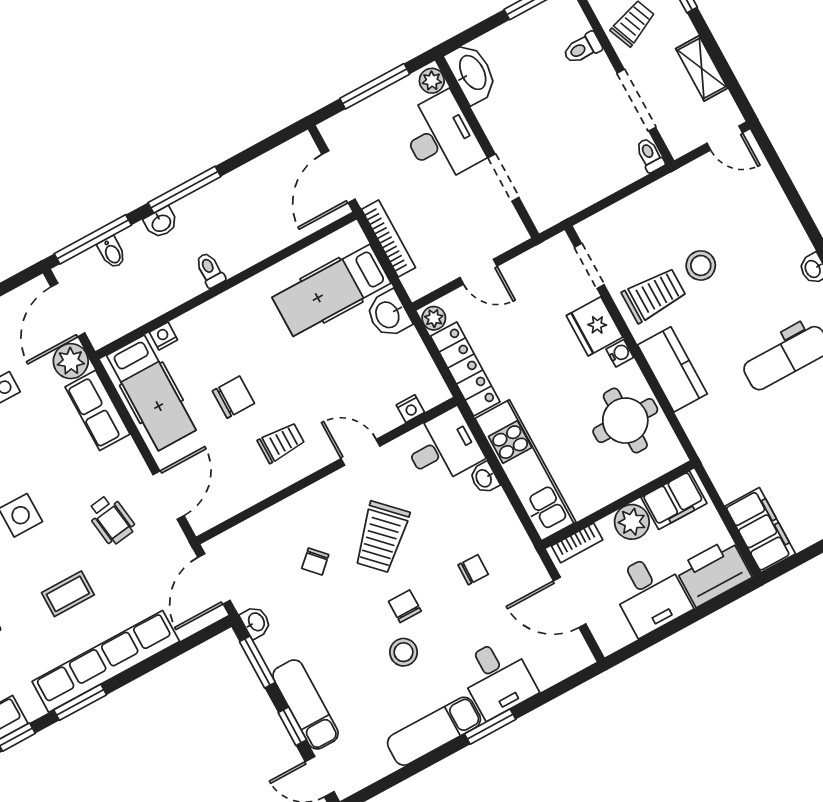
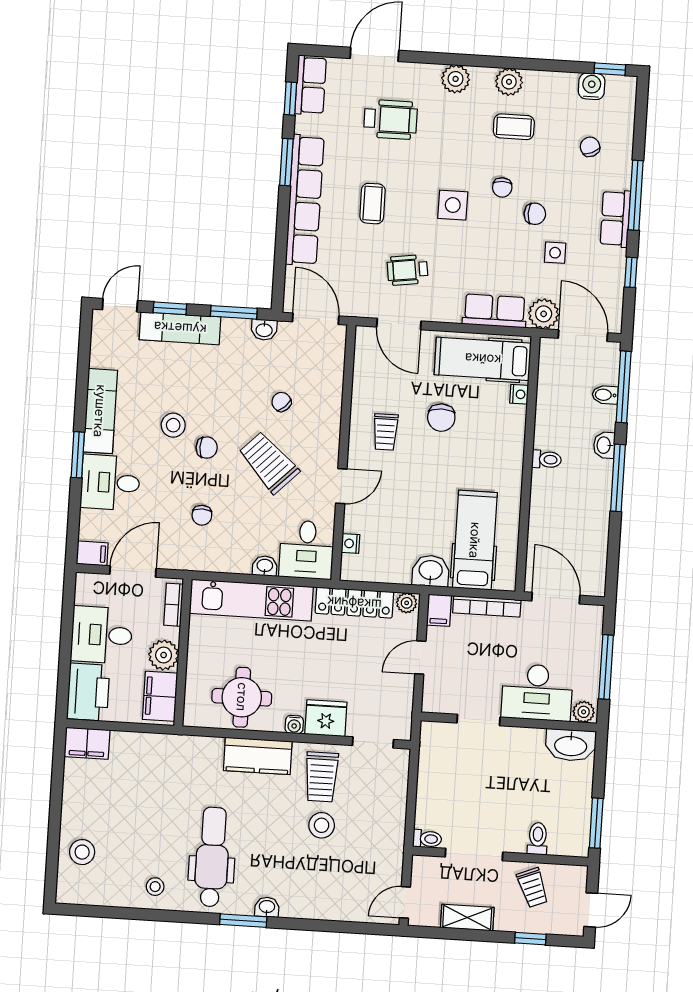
filing cabinet: (421, 282) -> (439, 610), added
filing cabinet: (760, 530) -> (87, 743), width x0.67, depth x0.86
filing cabinet: (577, 653) -> (92, 553), added

